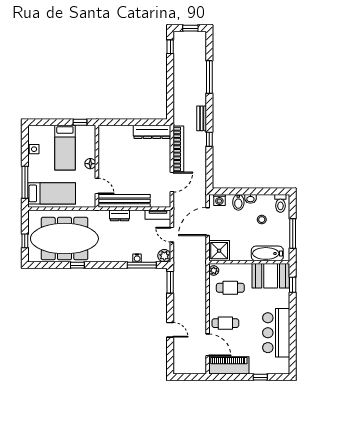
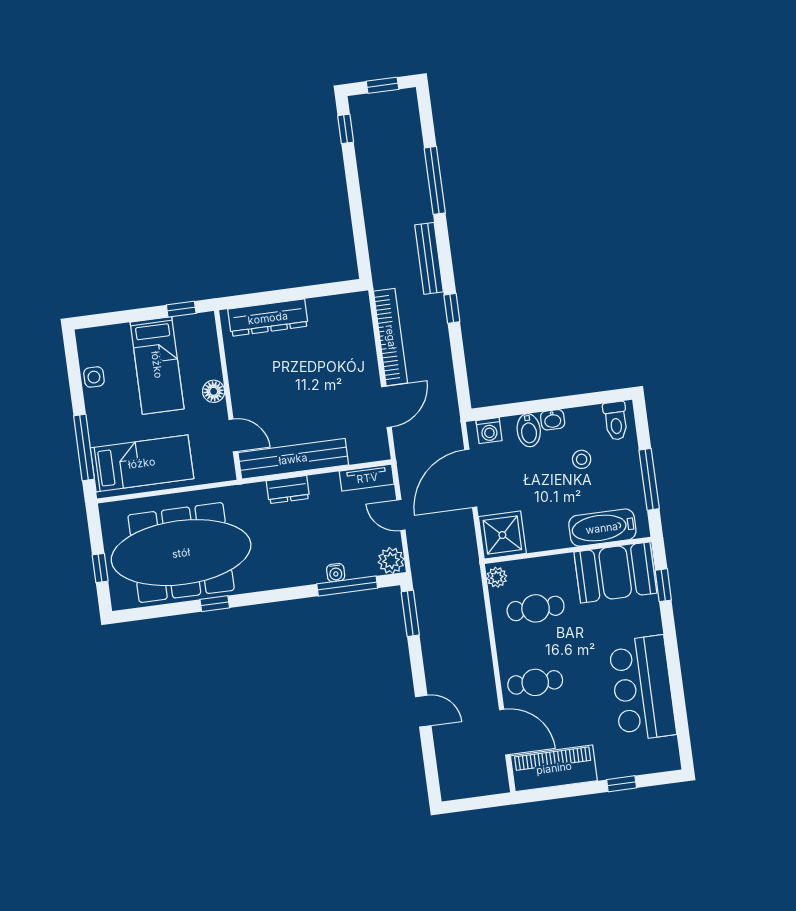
bench: (202, 118) -> (429, 258), width x1.36
dresser: (152, 132) -> (268, 318), moved

